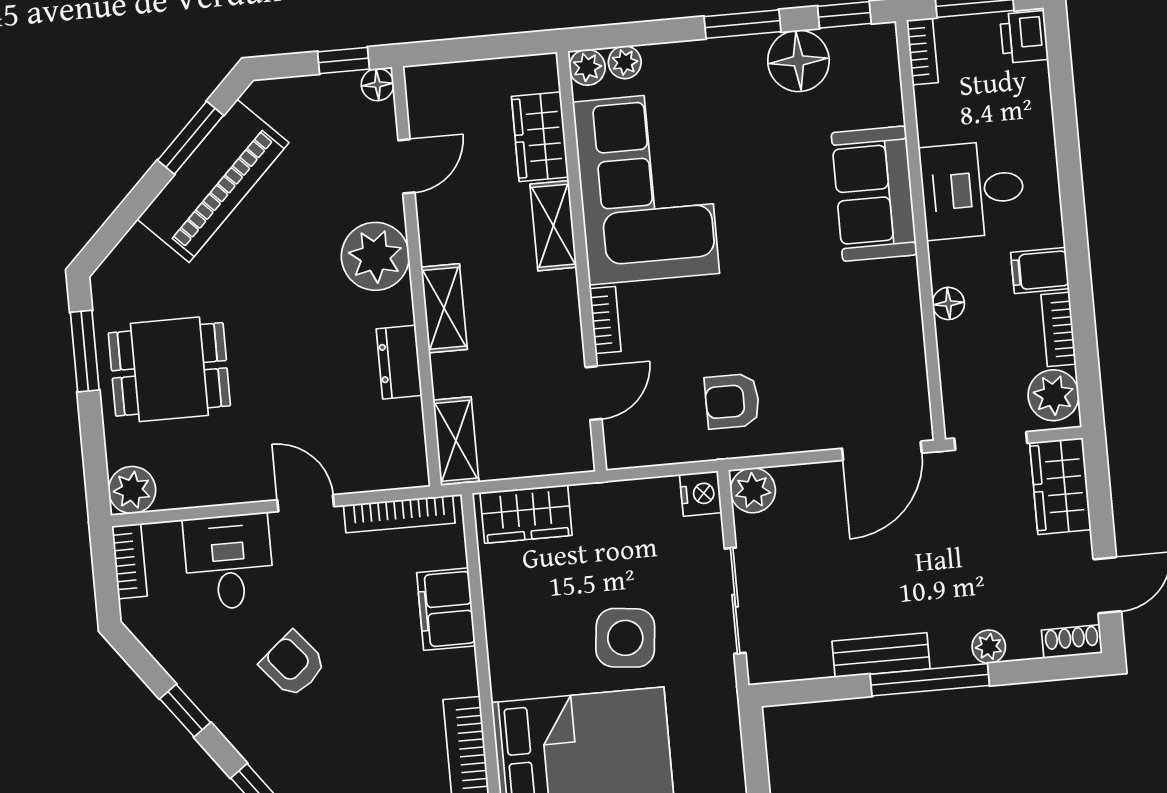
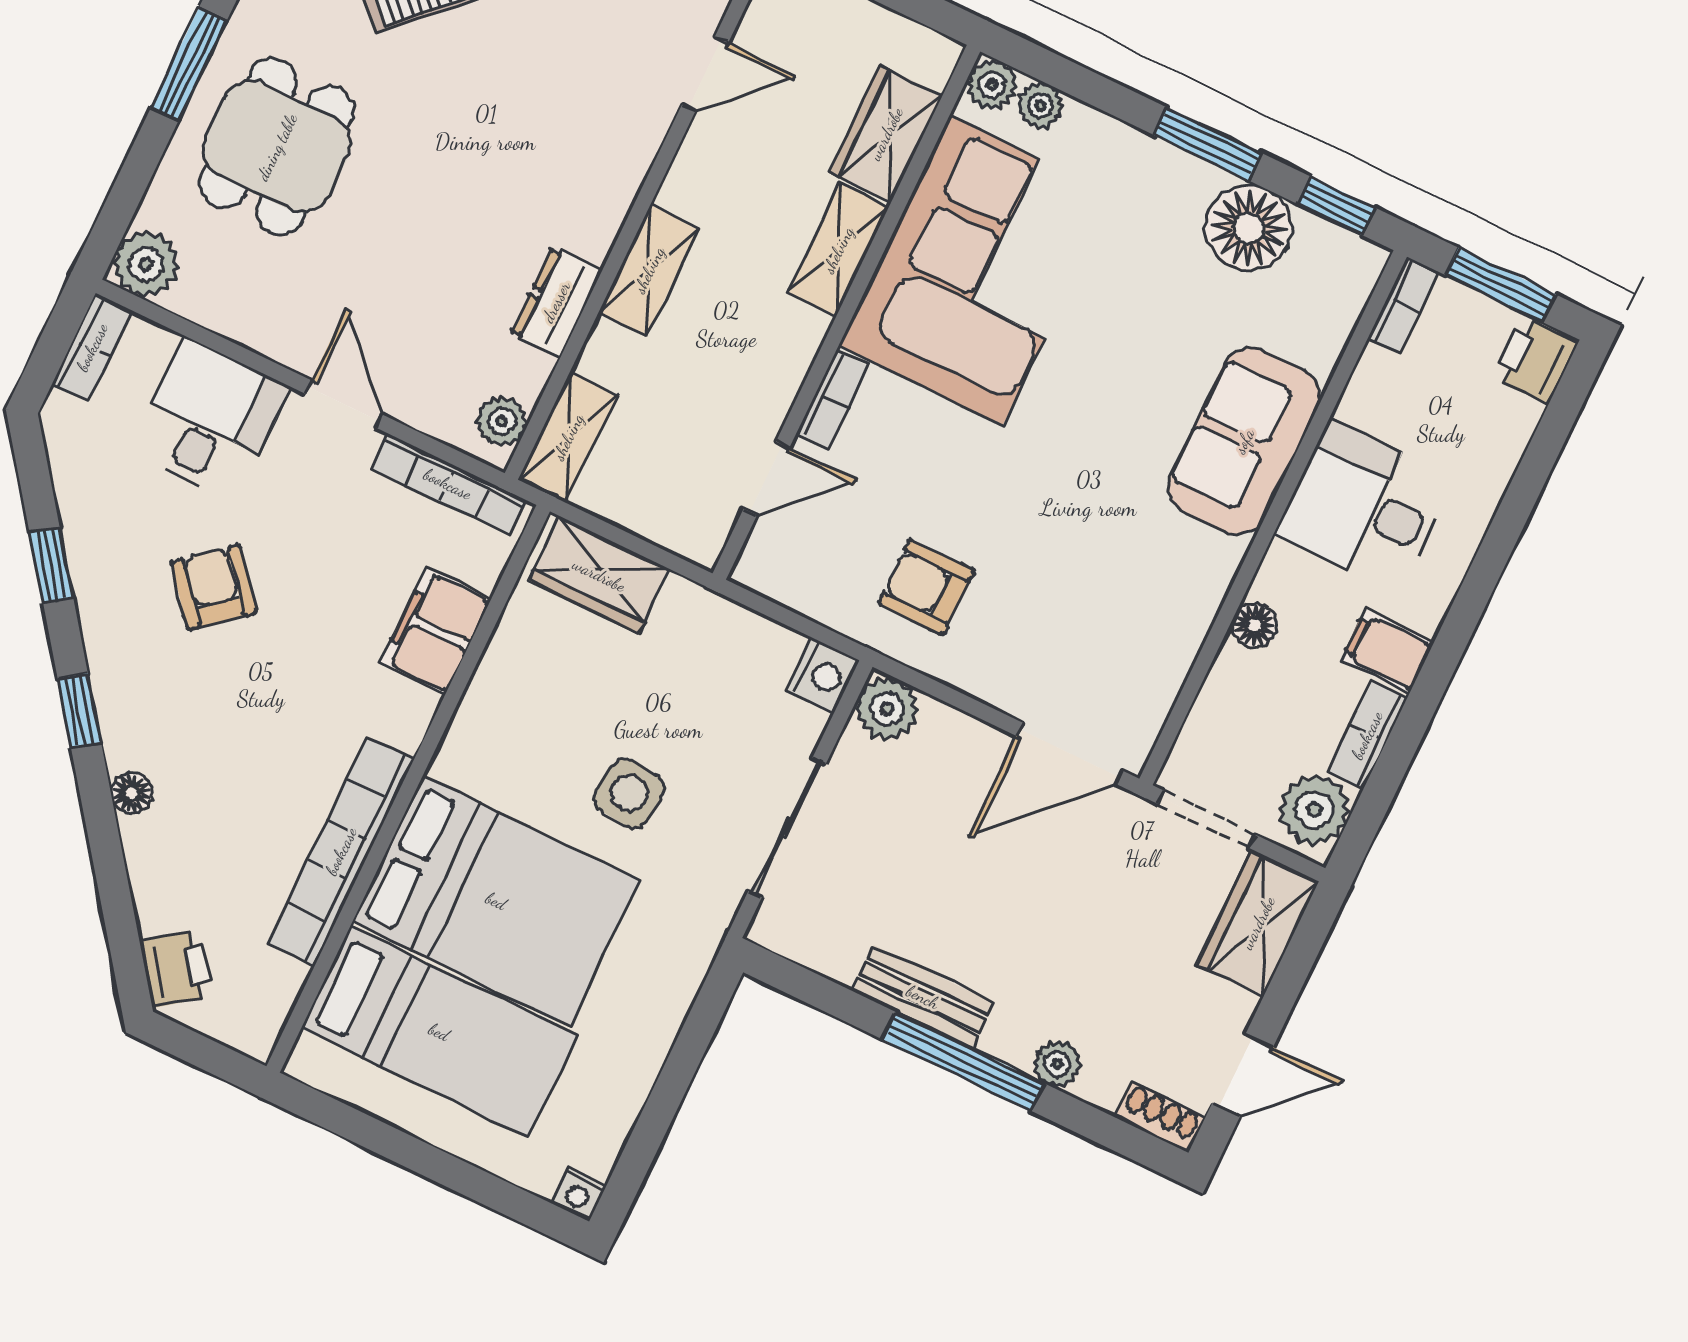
plant: (375, 256) -> (502, 421), moved, width x0.53, depth x0.53
dining table: (169, 369) -> (277, 147), turned 90
side table: (625, 638) -> (629, 793), width x0.73, depth x0.73

